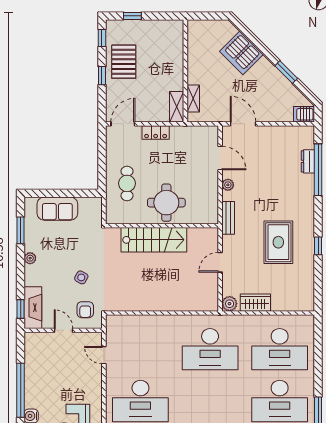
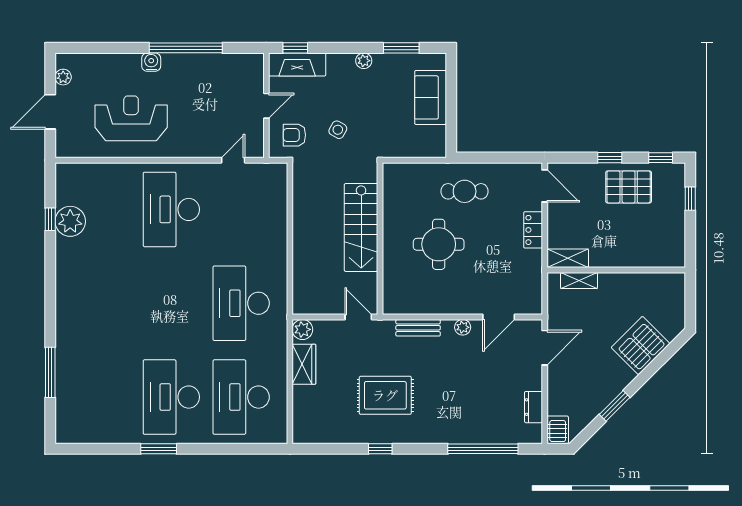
dresser: (308, 161) -> (533, 407), moved, turned -90
wall: (162, 226) -> (380, 239), moved
stairs: (154, 240) -> (361, 227), moved

